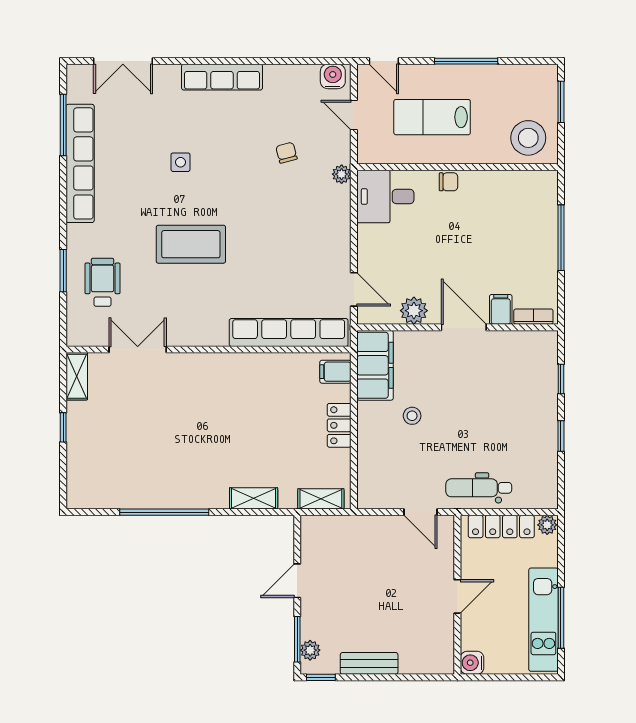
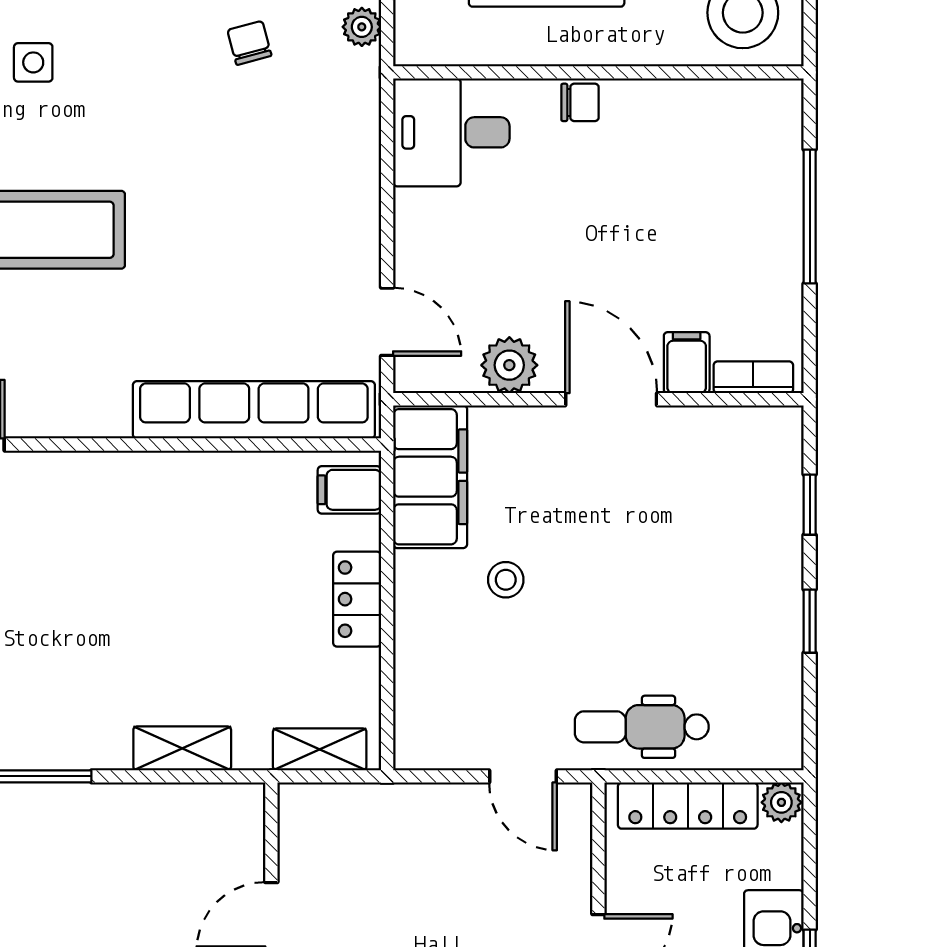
plant: (342, 174) -> (362, 27), moved

